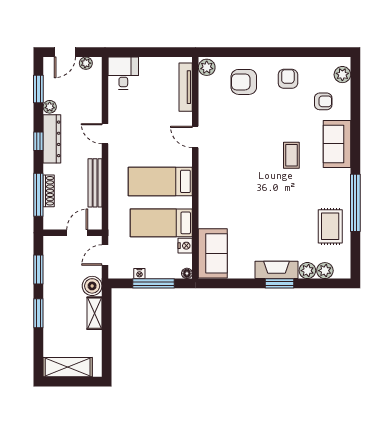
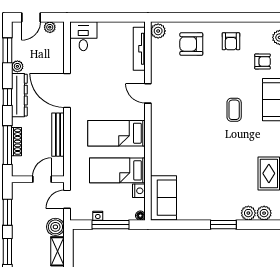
armchair: (288, 79) -> (231, 41), turned 180
door: (105, 134) -> (67, 90), width x1.87
fireplace: (277, 270) -> (221, 212), removed

